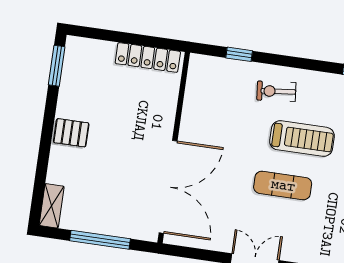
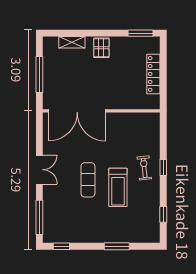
window: (239, 54) -> (163, 168), moved
locker: (148, 57) -> (153, 74), moved
shelving: (52, 206) -> (72, 42), moved

